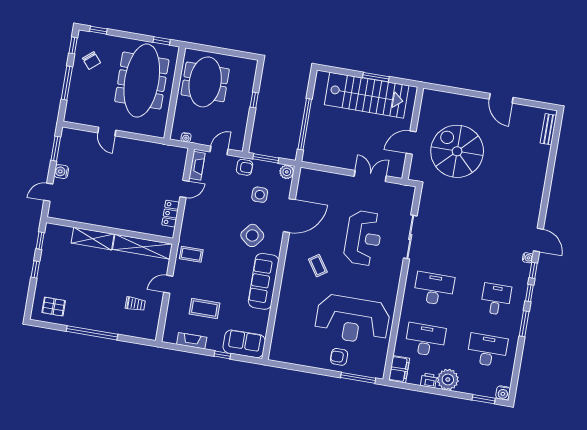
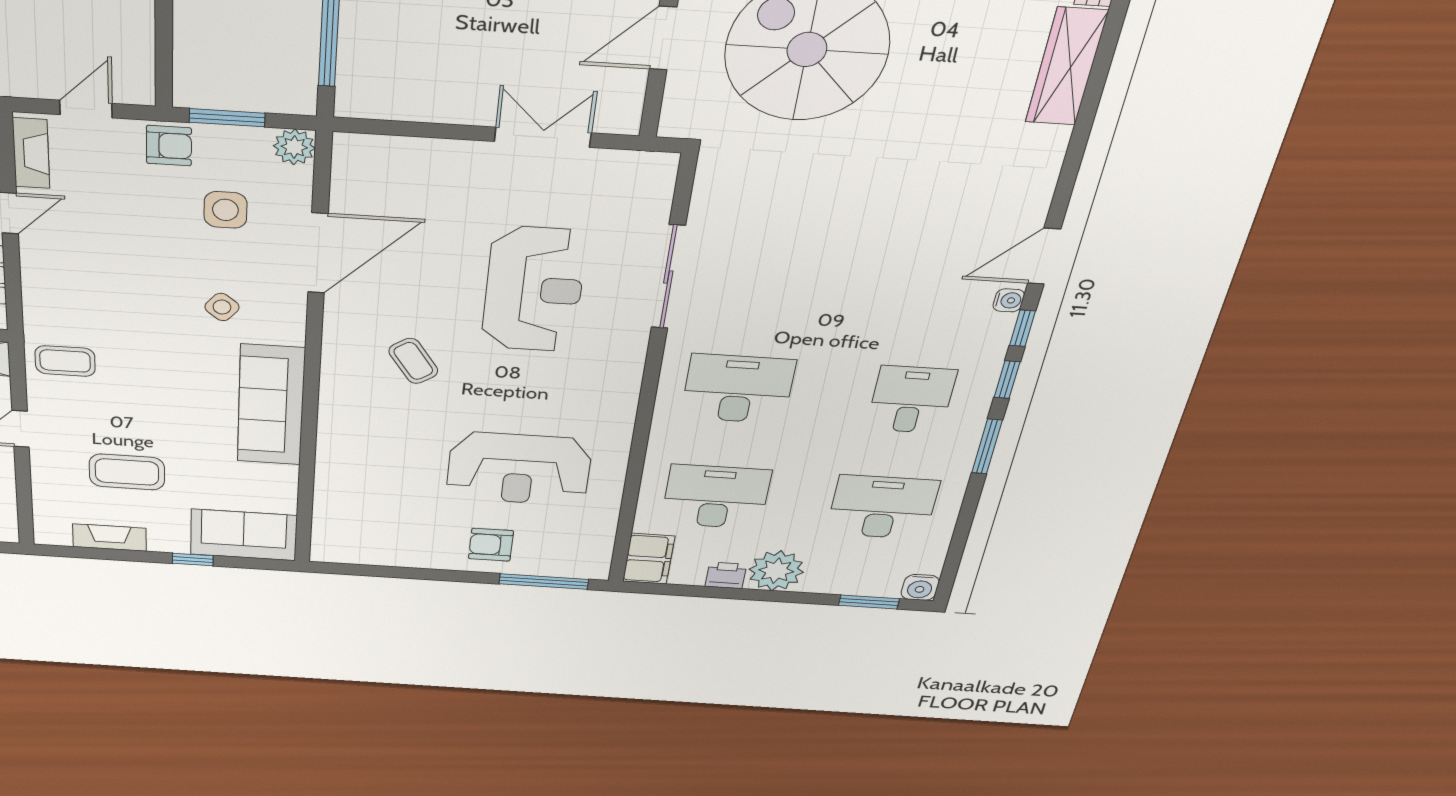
wardrobe: (540, 166) -> (1066, 67), added
side table: (252, 235) -> (222, 307), width x0.54, depth x0.54
door: (538, 240) -> (1044, 256), swing flipped
reception desk: (352, 320) -> (519, 469), width x0.74, depth x0.77

